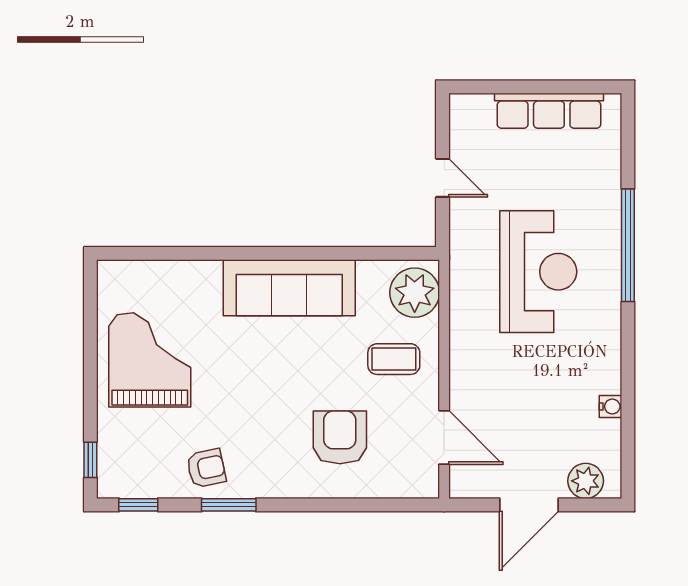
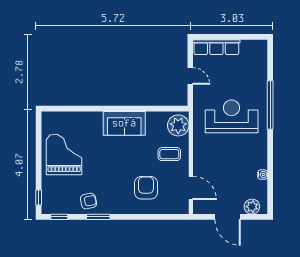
row of seats: (549, 111) -> (216, 47), moved
reception desk: (538, 272) -> (232, 116), turned -90
sofa: (289, 288) -> (124, 123), width x0.73
door: (529, 505) -> (228, 217), hinge flipped

